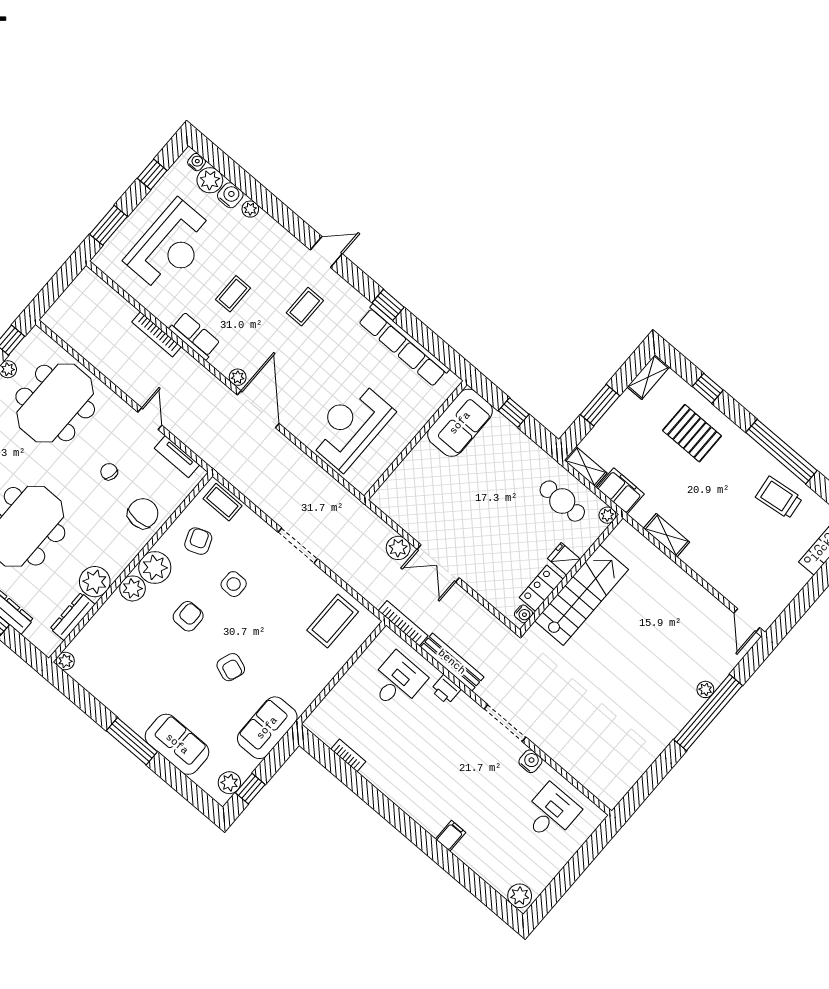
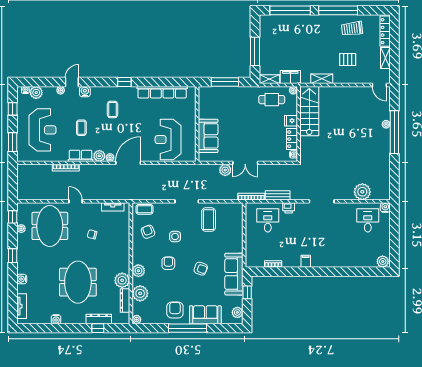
water cooler: (230, 195) -> (85, 92), moved
door: (326, 252) -> (72, 82), moved
window: (388, 305) -> (124, 82), moved
plant: (223, 361) -> (99, 156), added
shelving: (648, 377) -> (385, 58), moved
window: (708, 388) -> (290, 10), width x3.17
window: (600, 405) -> (255, 51), width x1.44
door: (258, 409) -> (128, 163), hinge flipped
window: (514, 413) -> (225, 82), width x2.17
door: (150, 419) -> (76, 201), moved
sofa: (460, 423) -> (208, 136), moved
pallet: (692, 433) -> (348, 60), moved, width x0.67, depth x0.71
chair: (143, 513) -> (118, 239), removed
plant: (155, 568) -> (140, 293), moved
stairs: (581, 595) -> (309, 111), moved
coffee table: (333, 621) -> (209, 220), moved
bench: (452, 662) -> (278, 195), width x0.73
armchair: (137, 697) -> (175, 310), added
sofa: (267, 728) -> (234, 274), width x1.36
window: (132, 741) -> (187, 328), width x1.46
water cooler: (530, 761) -> (385, 207), moved
plant: (580, 762) -> (362, 192), added
window: (250, 789) -> (247, 292), moved
filing cabinet: (451, 836) -> (306, 261), moved

